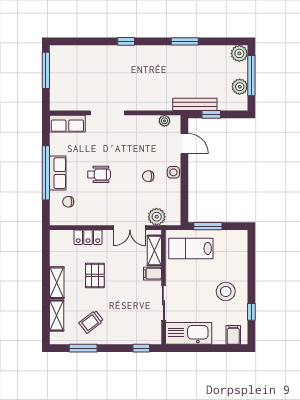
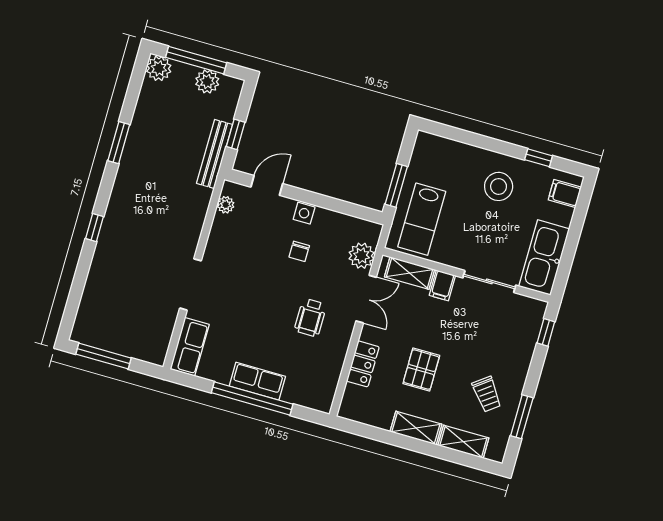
wheelchair: (99, 174) -> (310, 318), moved, turned 180
chair: (68, 202) -> (303, 378), removed
pallet: (95, 275) -> (421, 370), turned 90

